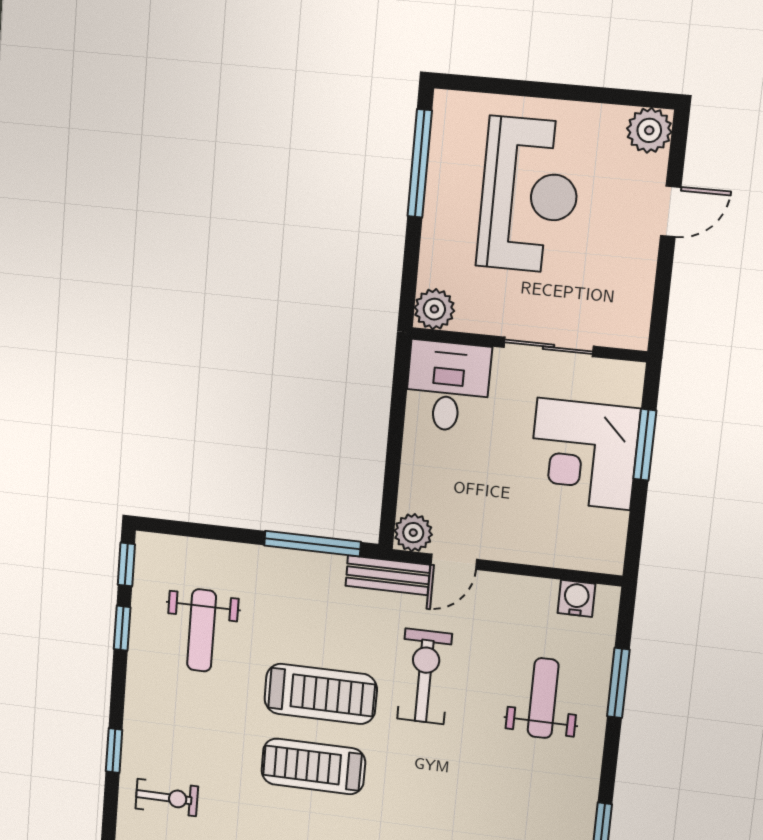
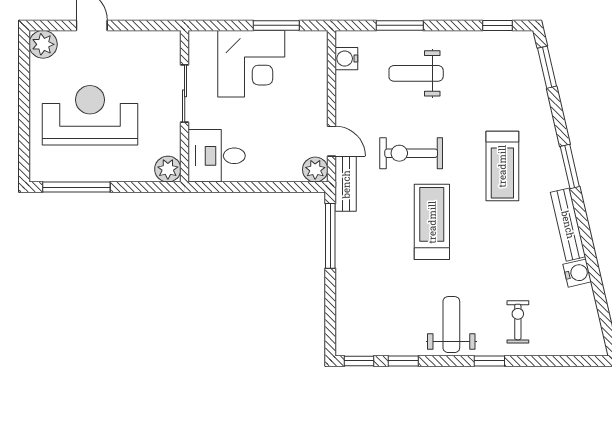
window: (645, 445) -> (276, 25), moved
weight bench: (202, 630) -> (451, 325), moved, turned -90
treadmill: (313, 766) -> (502, 166), moved

